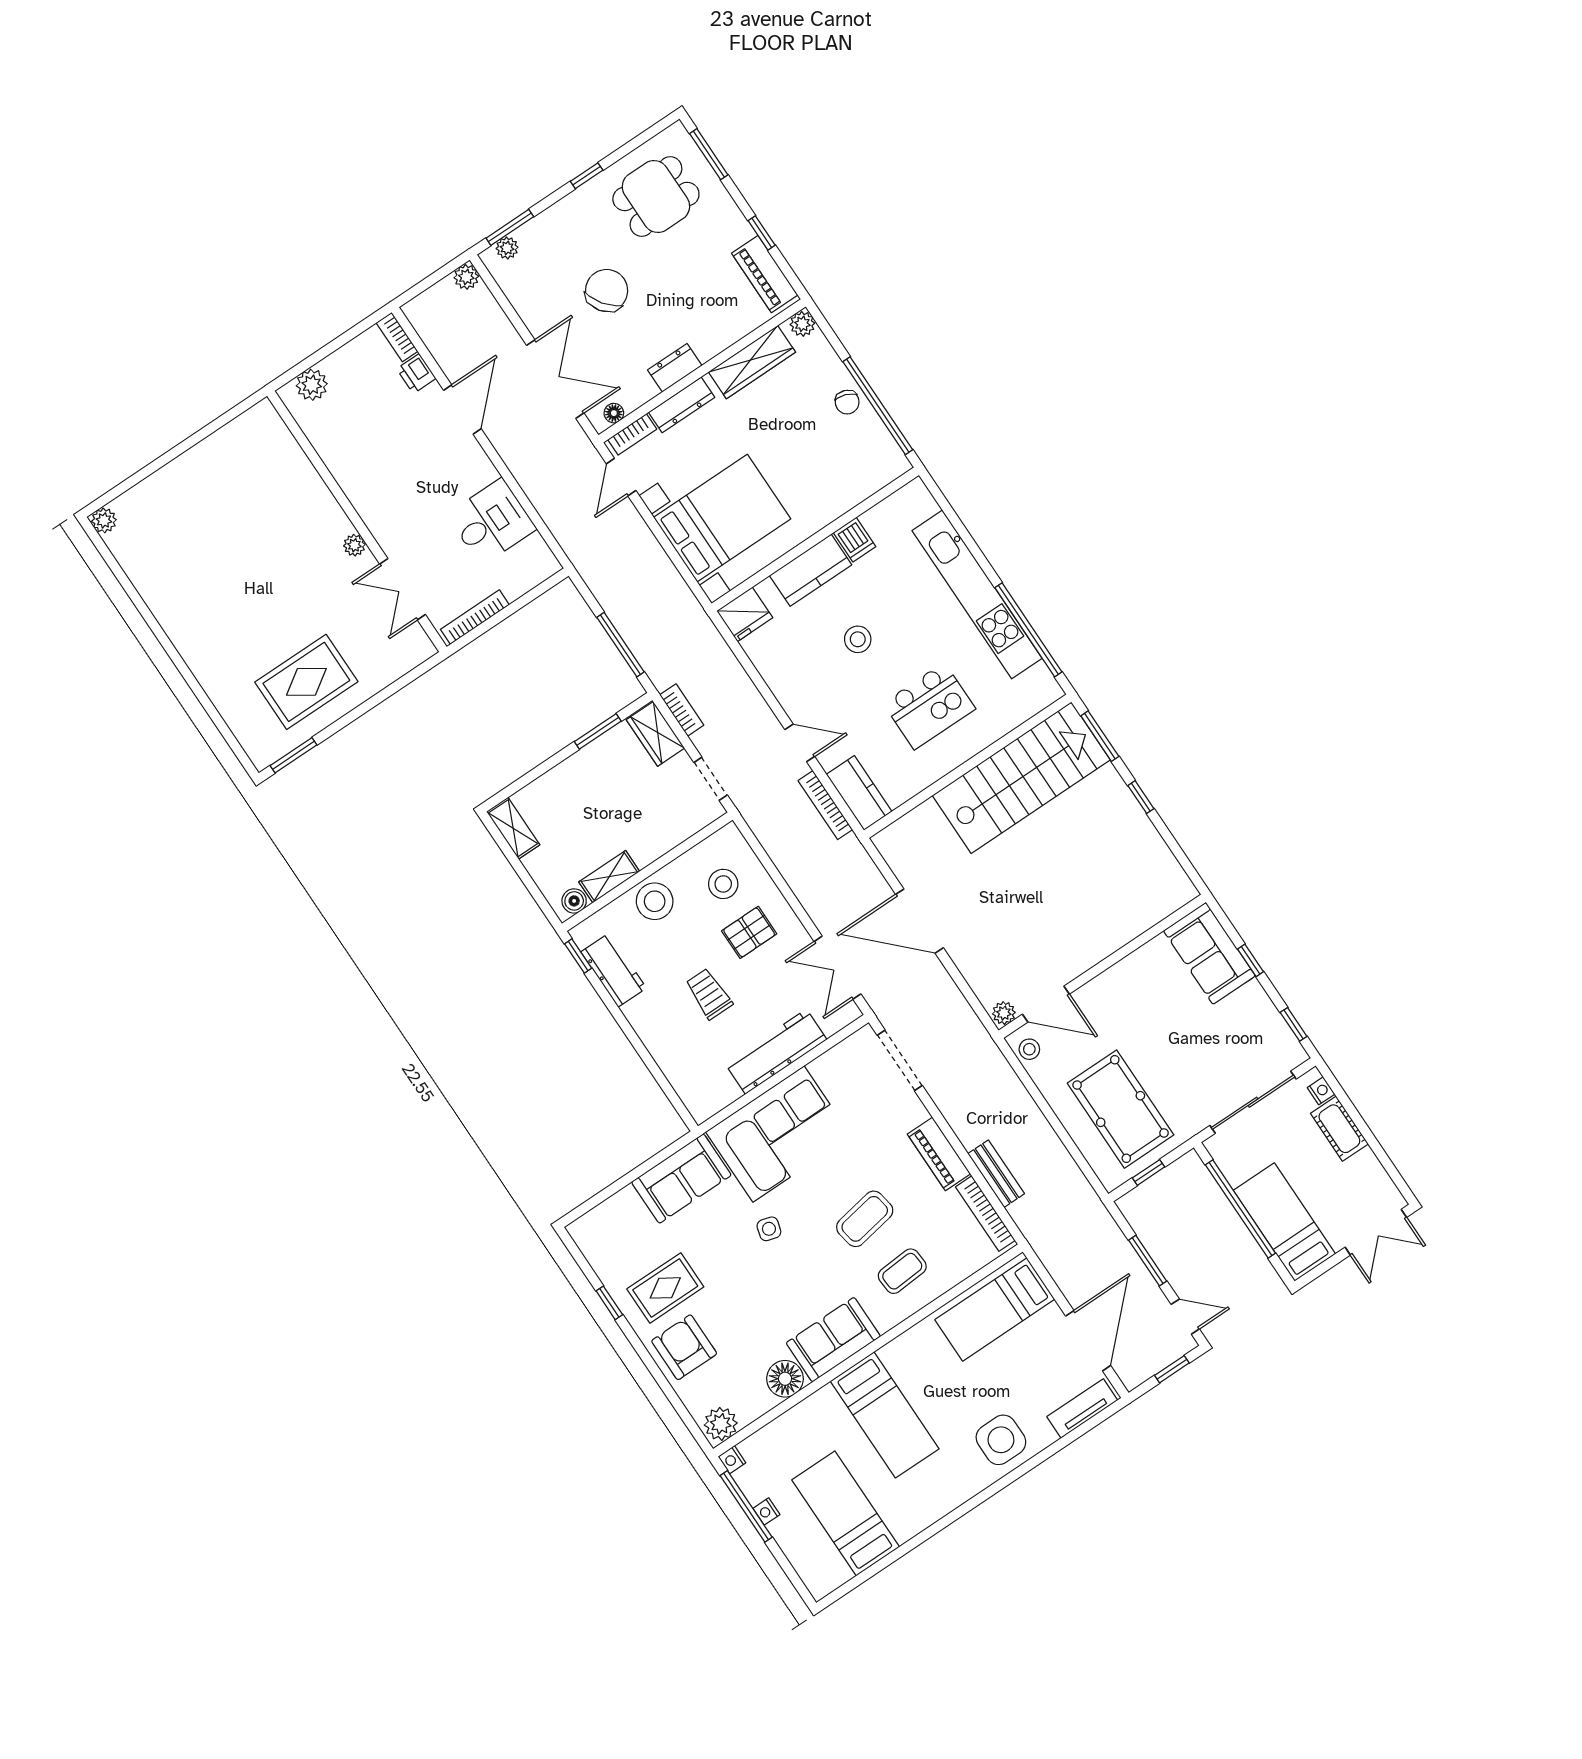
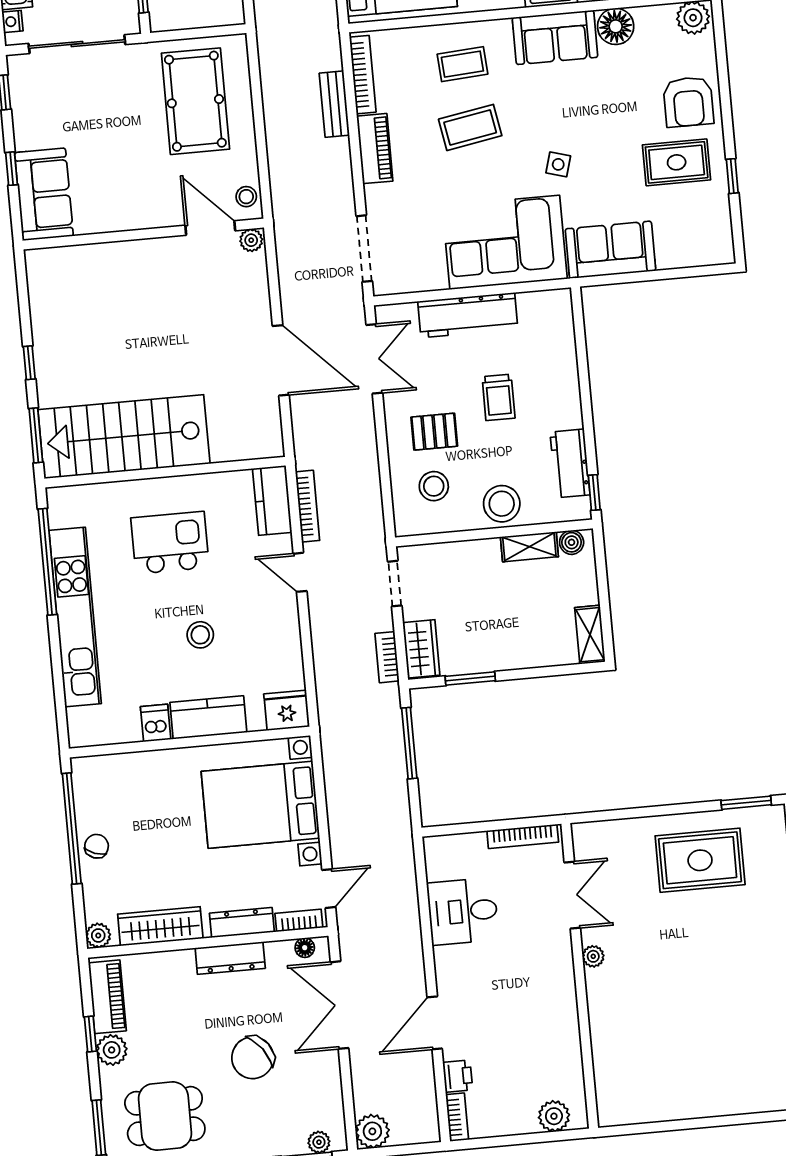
plant: (735, 229) -> (112, 1050), added
plant: (466, 277) -> (372, 1131), width x1.38, depth x1.38
dresser: (675, 368) -> (230, 958), width x1.44
window: (1148, 1172) -> (201, 33), removed

